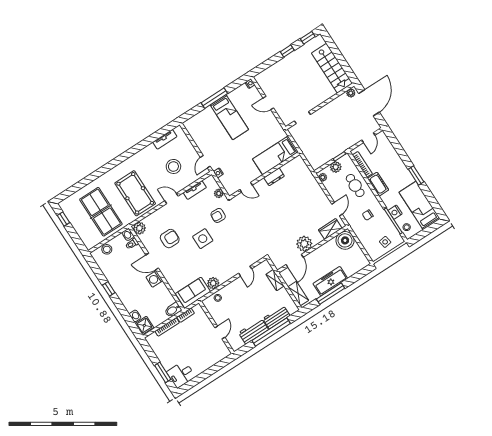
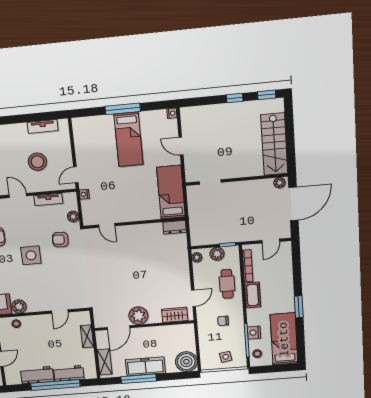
bed: (275, 155) -> (171, 192), moved, turned 90
dresser: (274, 177) -> (175, 227), moved
boiler: (345, 240) -> (186, 362), moved

